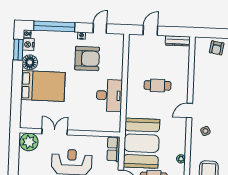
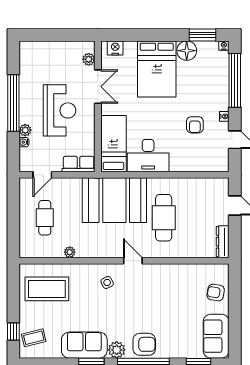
nightstand: (28, 44) -> (115, 48), moved
armchair: (87, 58) -> (195, 125), width x0.53, depth x0.53
cafe table: (157, 85) -> (164, 218), width x1.37, depth x1.35
bed: (99, 122) -> (113, 144), added
plant: (29, 142) -> (89, 59), width x0.53, depth x0.53
booth: (142, 143) -> (114, 200), moved

